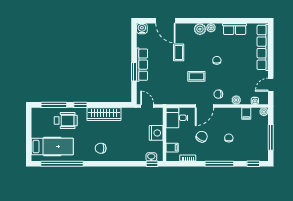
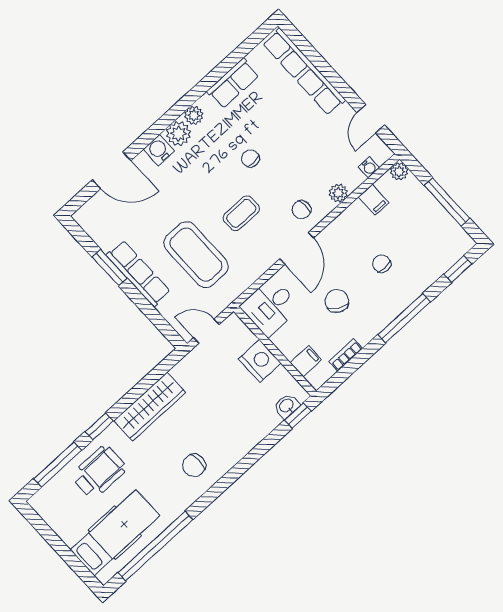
water cooler: (142, 29) -> (159, 150), moved
coffee table: (179, 52) -> (196, 255), moved, width x1.86, depth x1.72
window: (134, 72) -> (110, 268), moved

